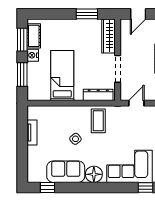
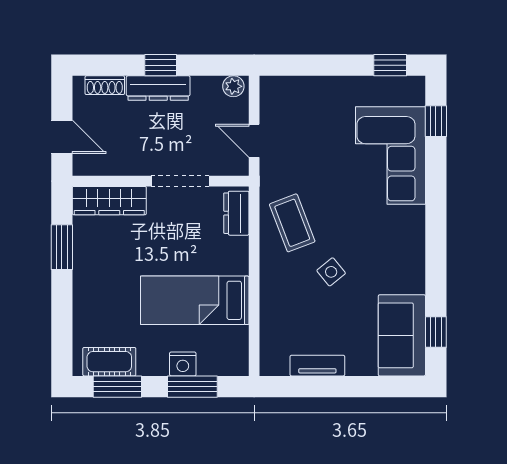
nightstand: (33, 55) -> (183, 364), moved
dresser: (98, 95) -> (236, 213), width x0.70
coffee table: (98, 121) -> (292, 223), turned 69
sofa: (66, 172) -> (402, 335), moved
floor lamp: (94, 174) -> (407, 232), removed

